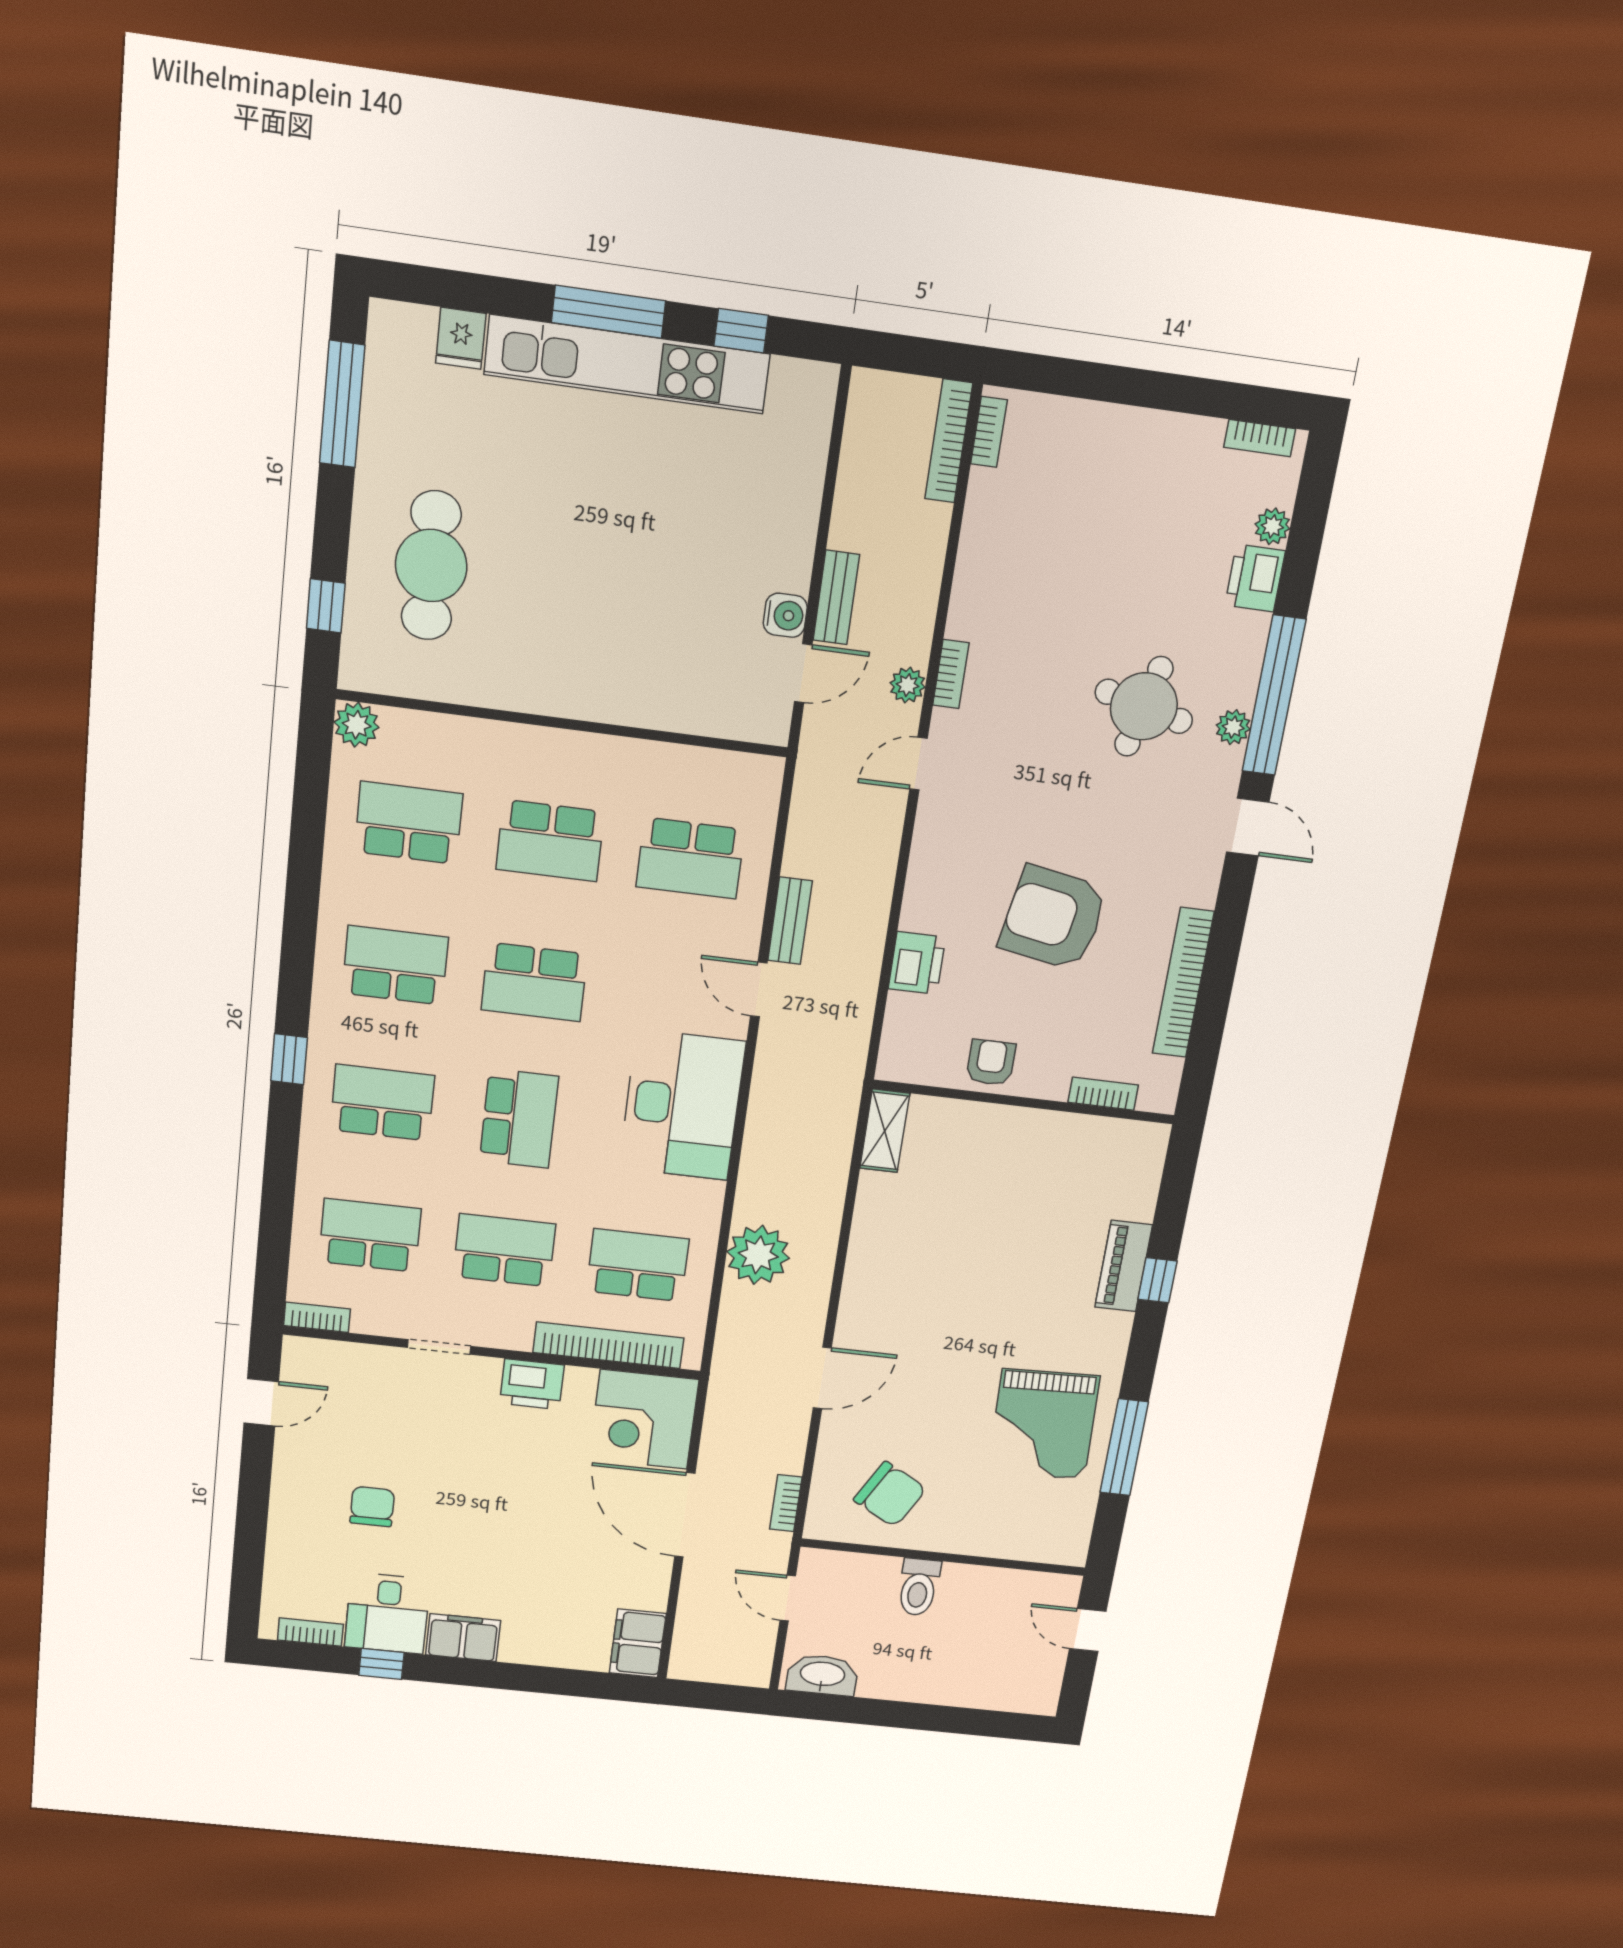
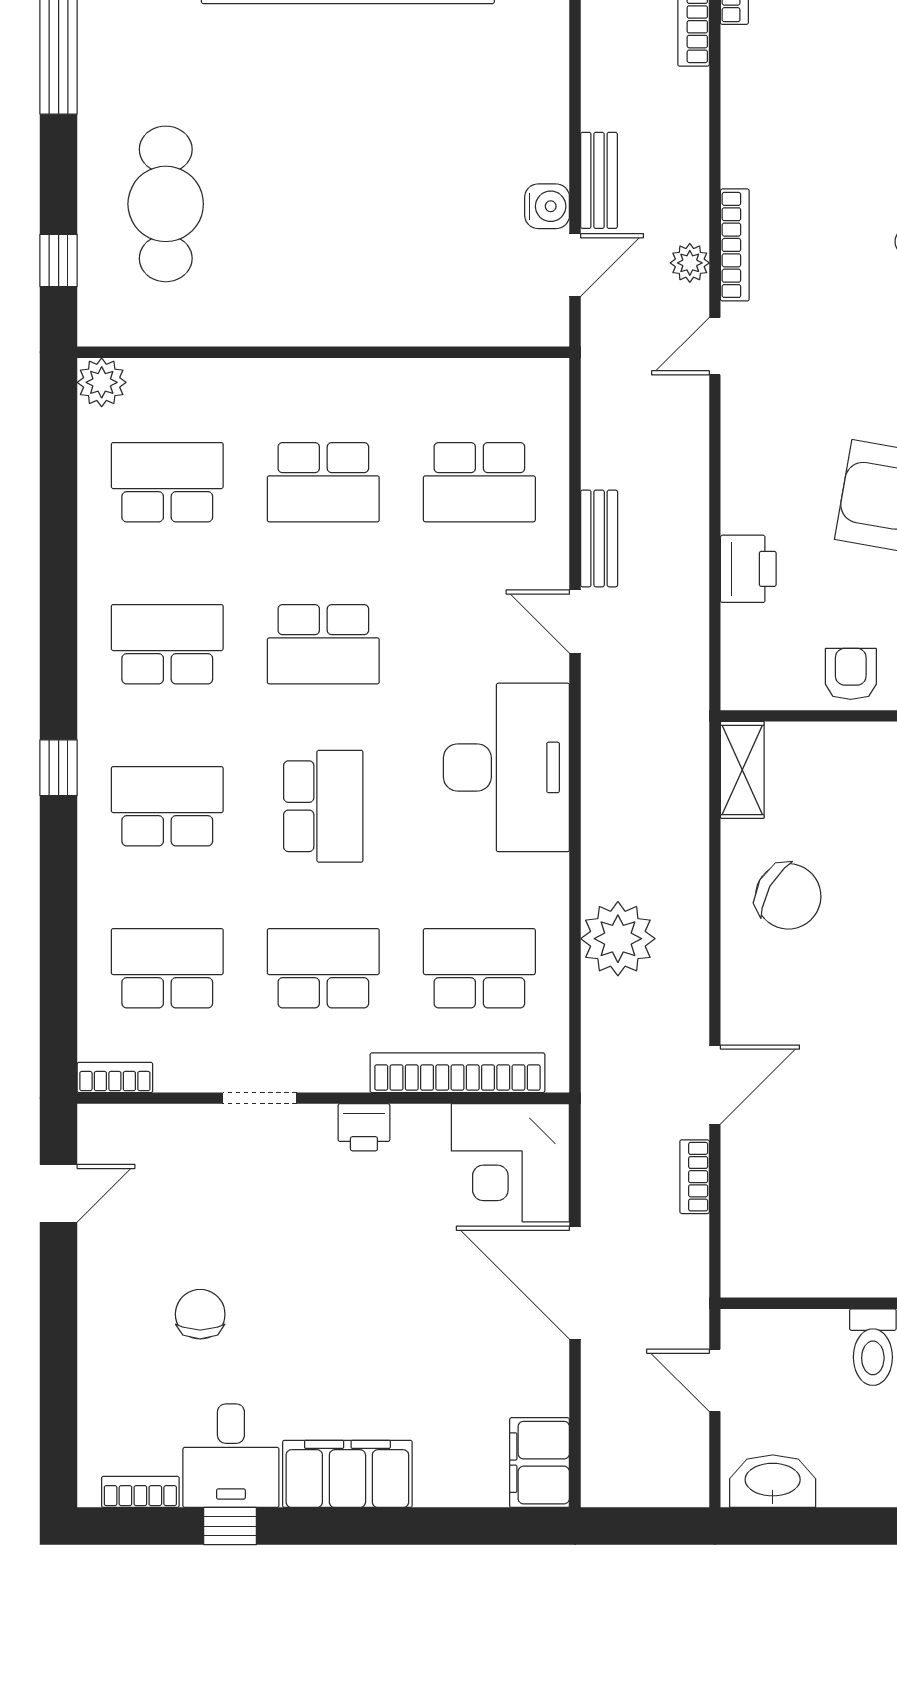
bookcase: (951, 674) -> (735, 245), width x1.56
printer: (532, 1384) -> (364, 1127), width x0.73, depth x0.81
chair: (890, 1494) -> (788, 896), moved
bookcase: (786, 1503) -> (695, 1177), moved
filing cabinet: (463, 1638) -> (347, 1474), width x1.50, depth x1.17

